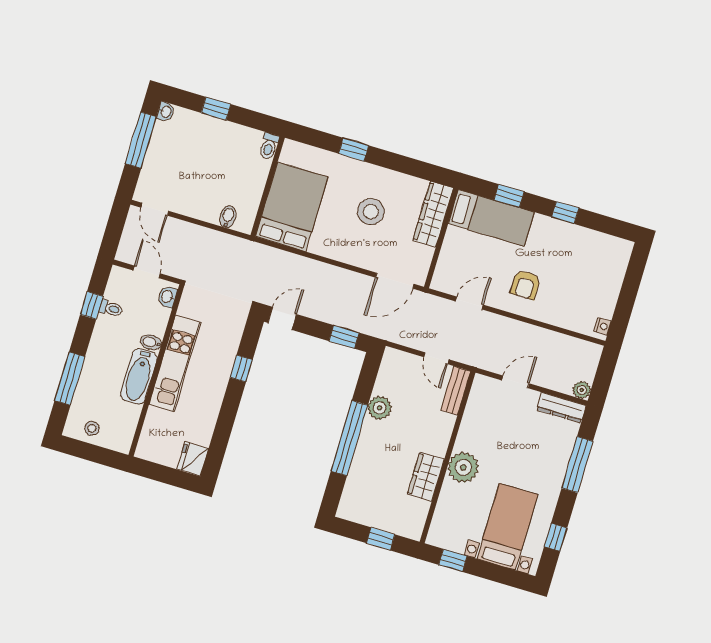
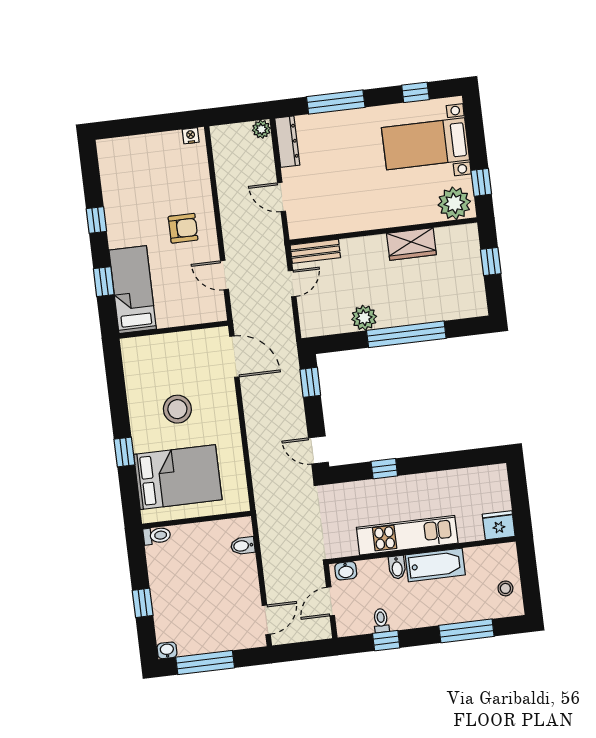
bed: (292, 207) -> (178, 477), moved, turned 180
wardrobe: (433, 214) -> (154, 348), removed
fridge: (193, 459) -> (499, 525), moved, turned 180
plant: (463, 467) -> (454, 203), moved

